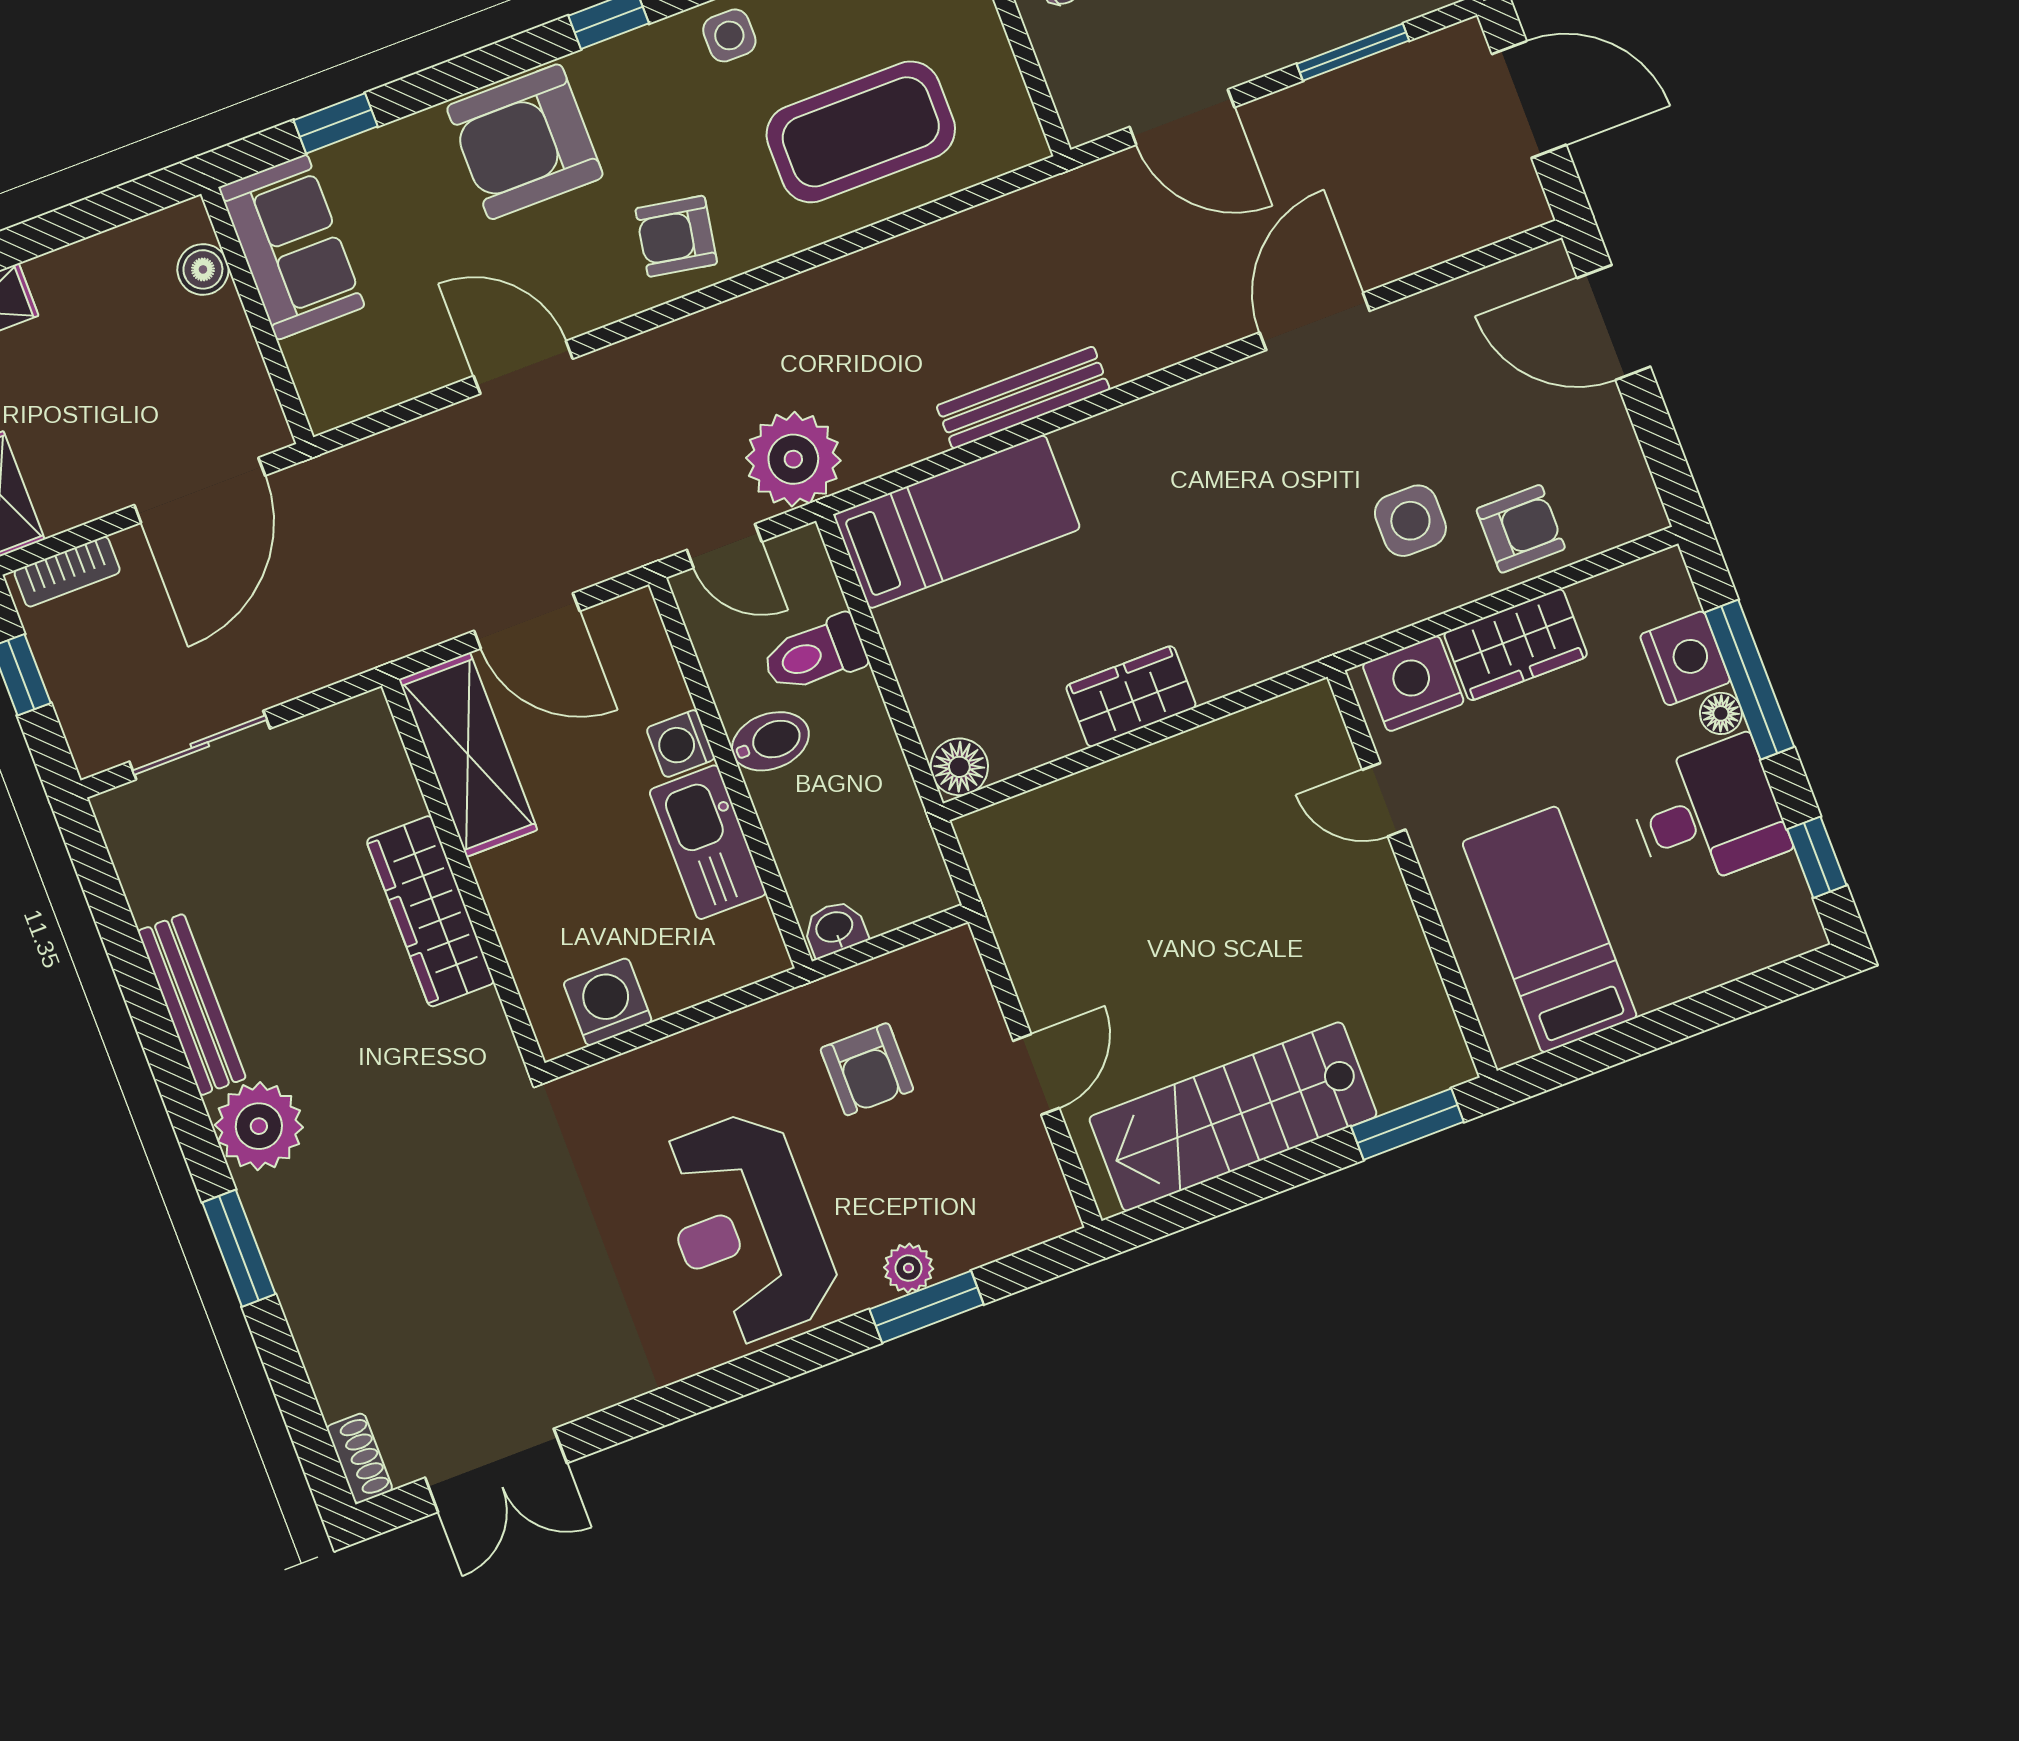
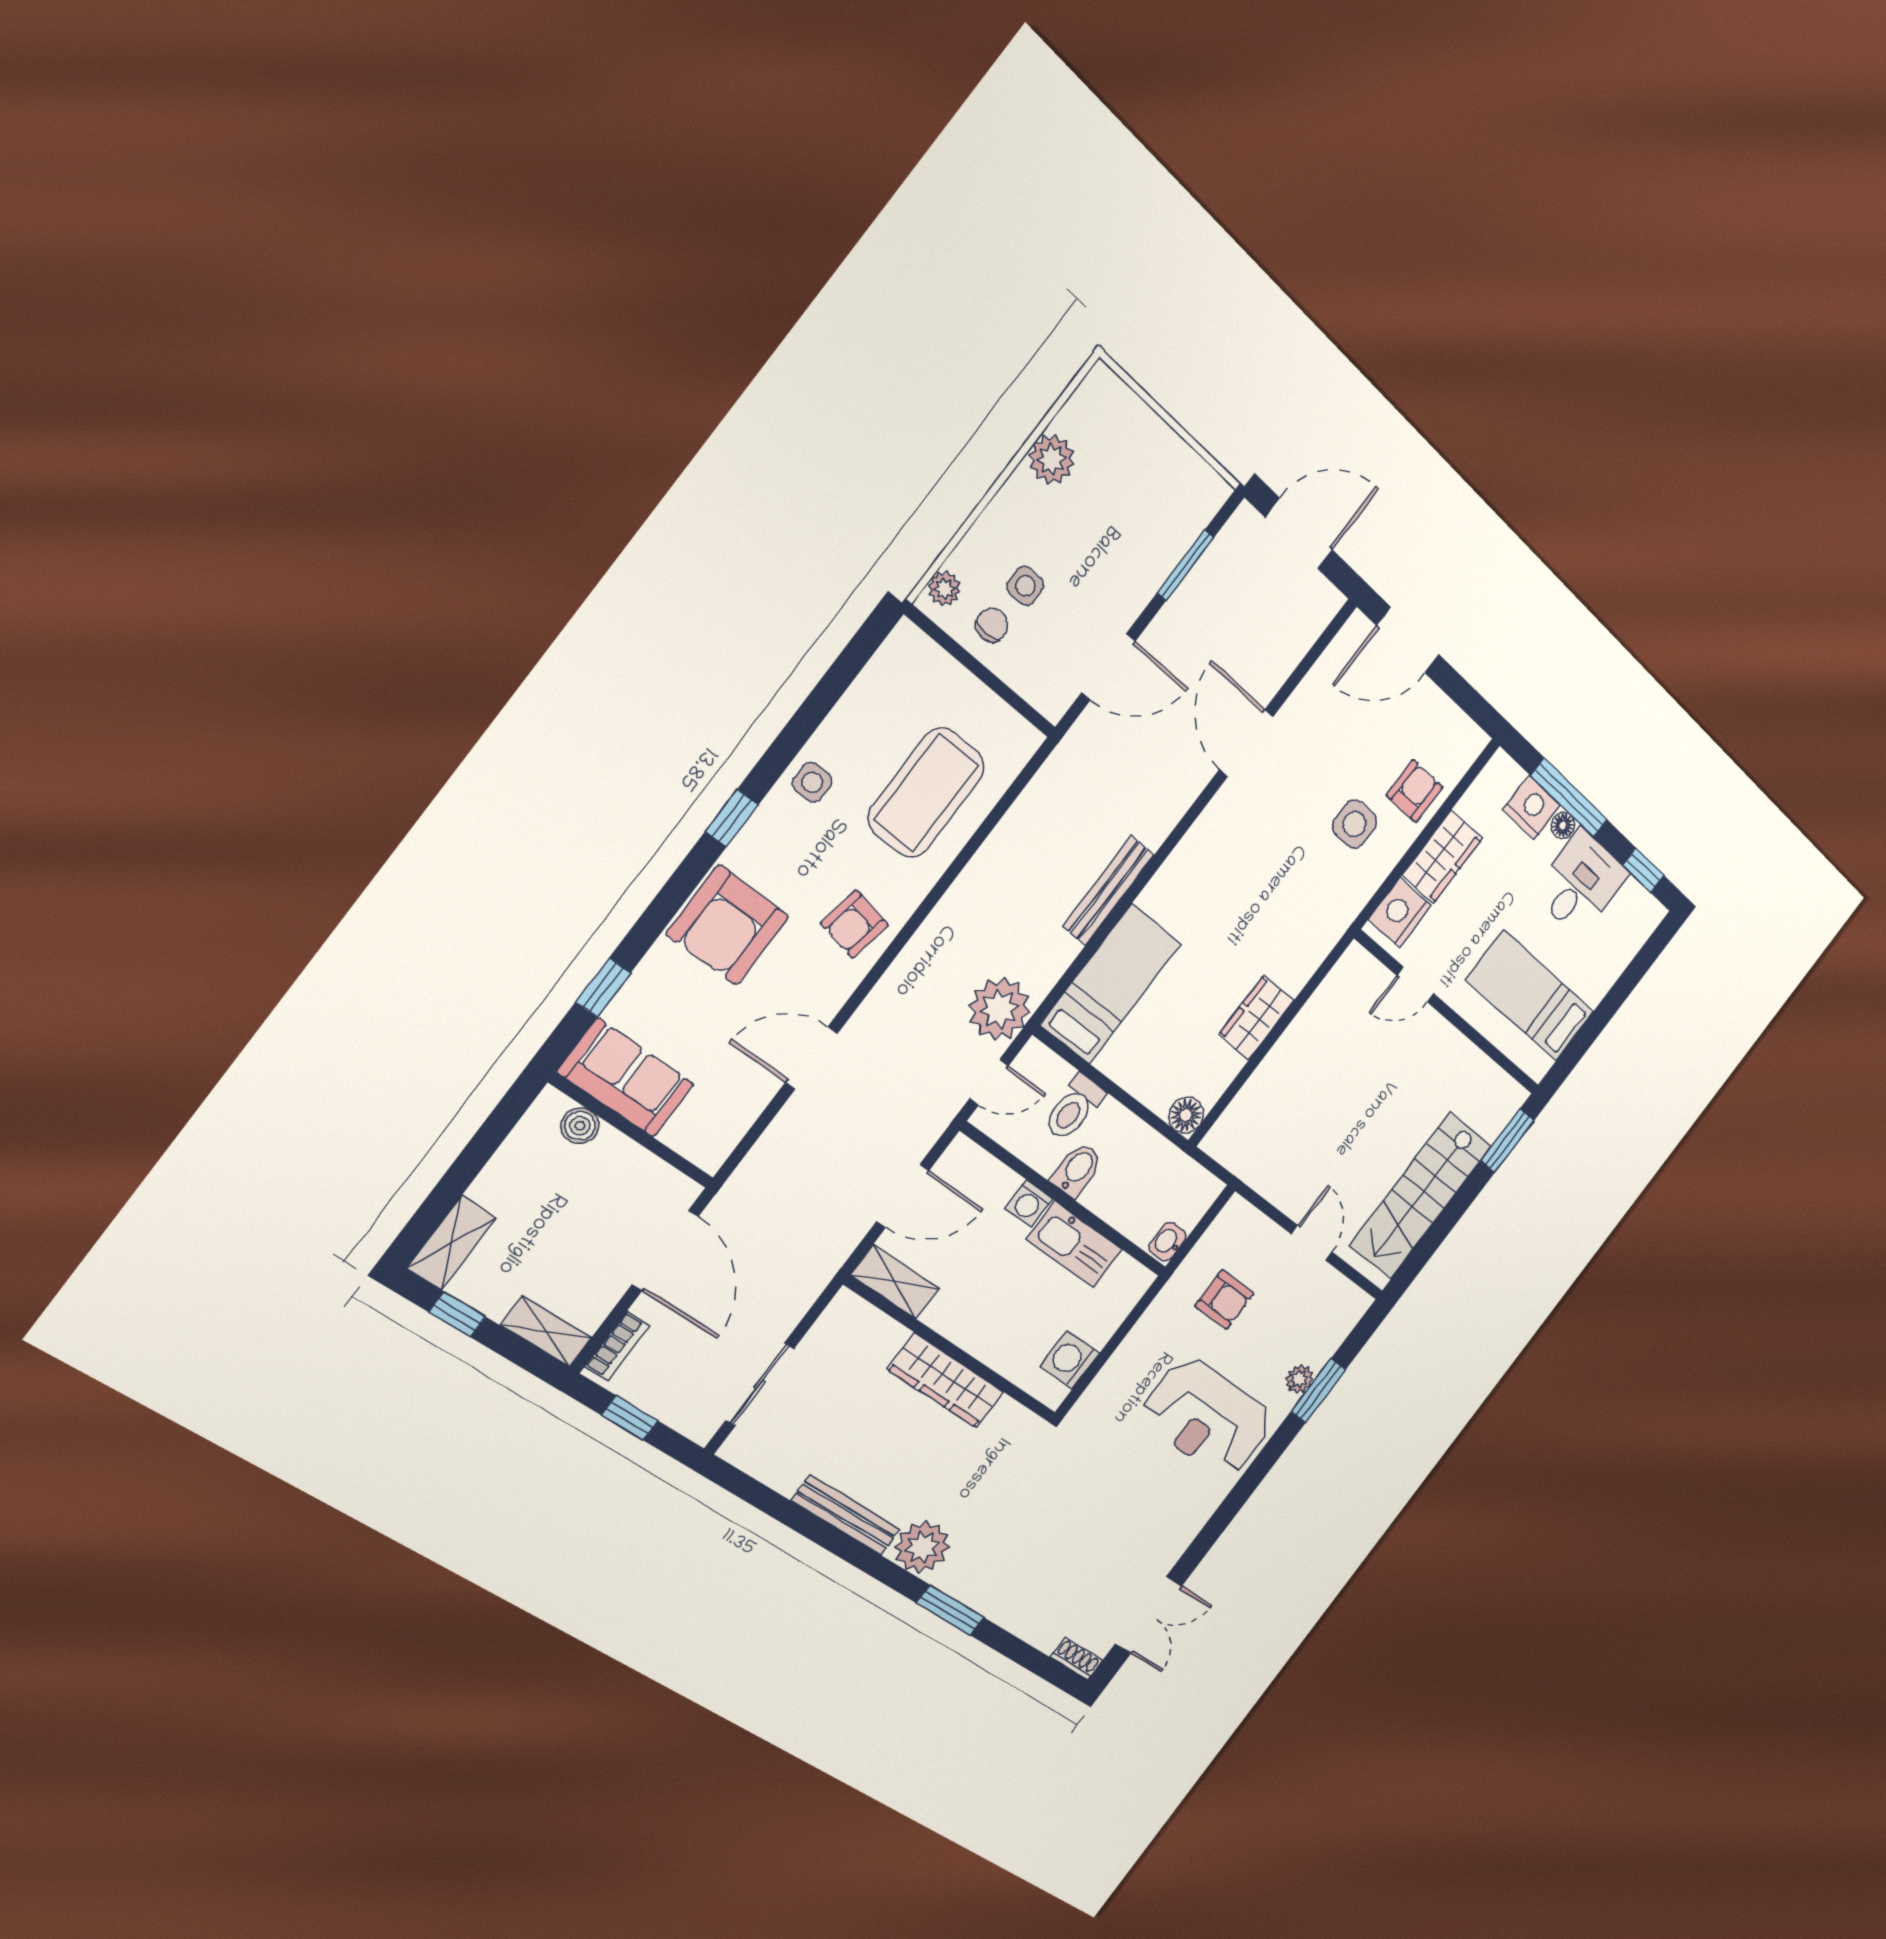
shelving: (468, 755) -> (895, 1282), width x0.67, depth x0.75

